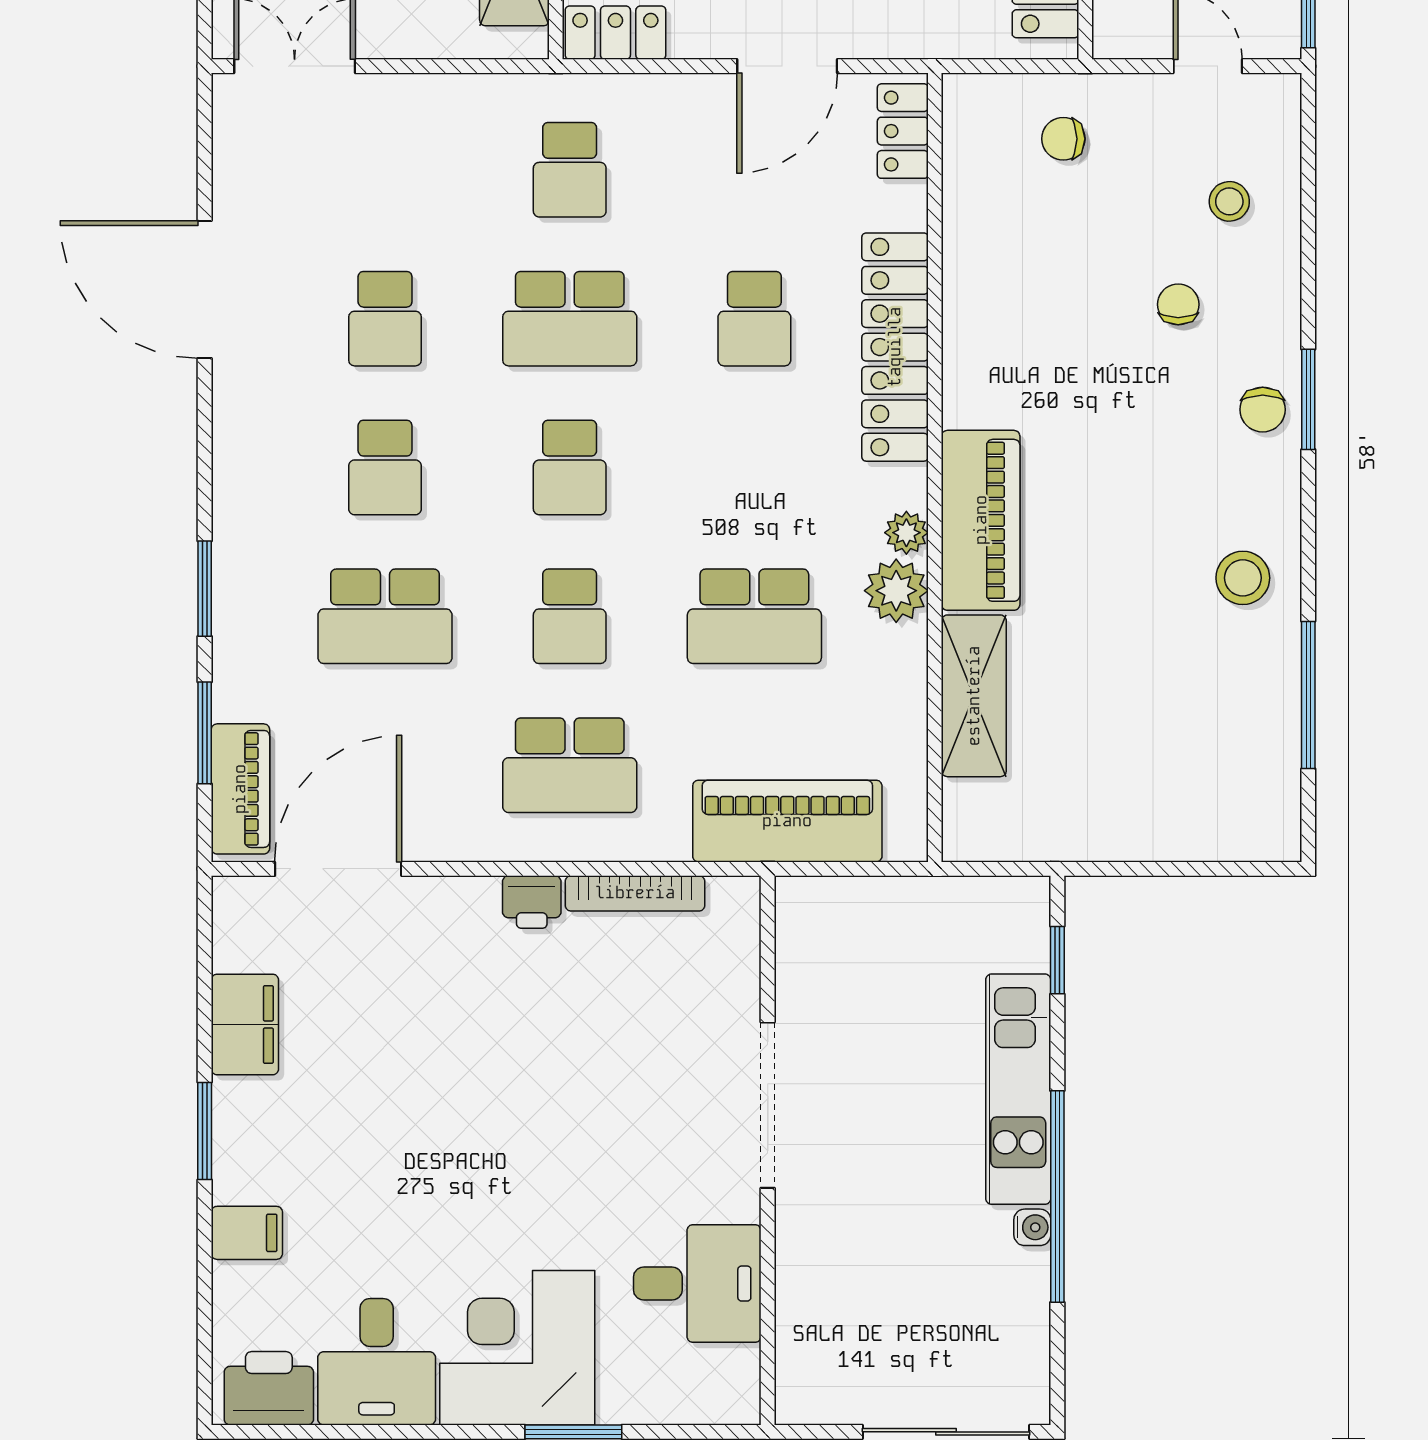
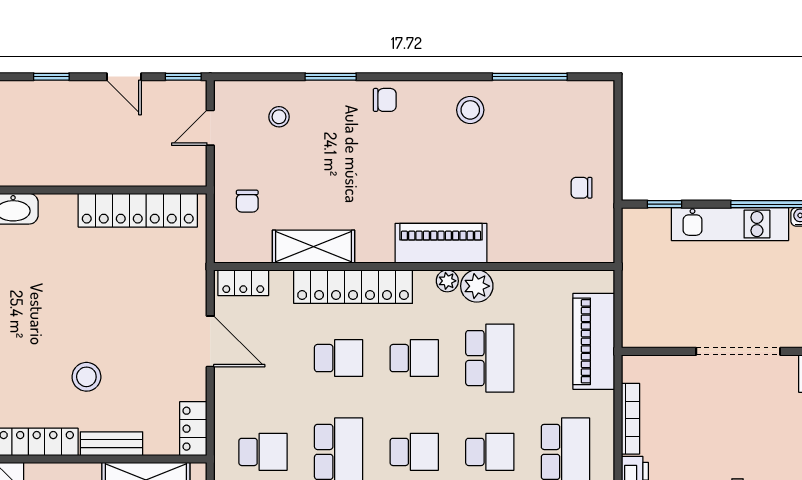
chair: (1178, 304) -> (581, 188), moved
window: (1308, 399) -> (331, 77), moved
school desk: (754, 467) -> (414, 358), added
shelving: (974, 696) -> (314, 247), moved

